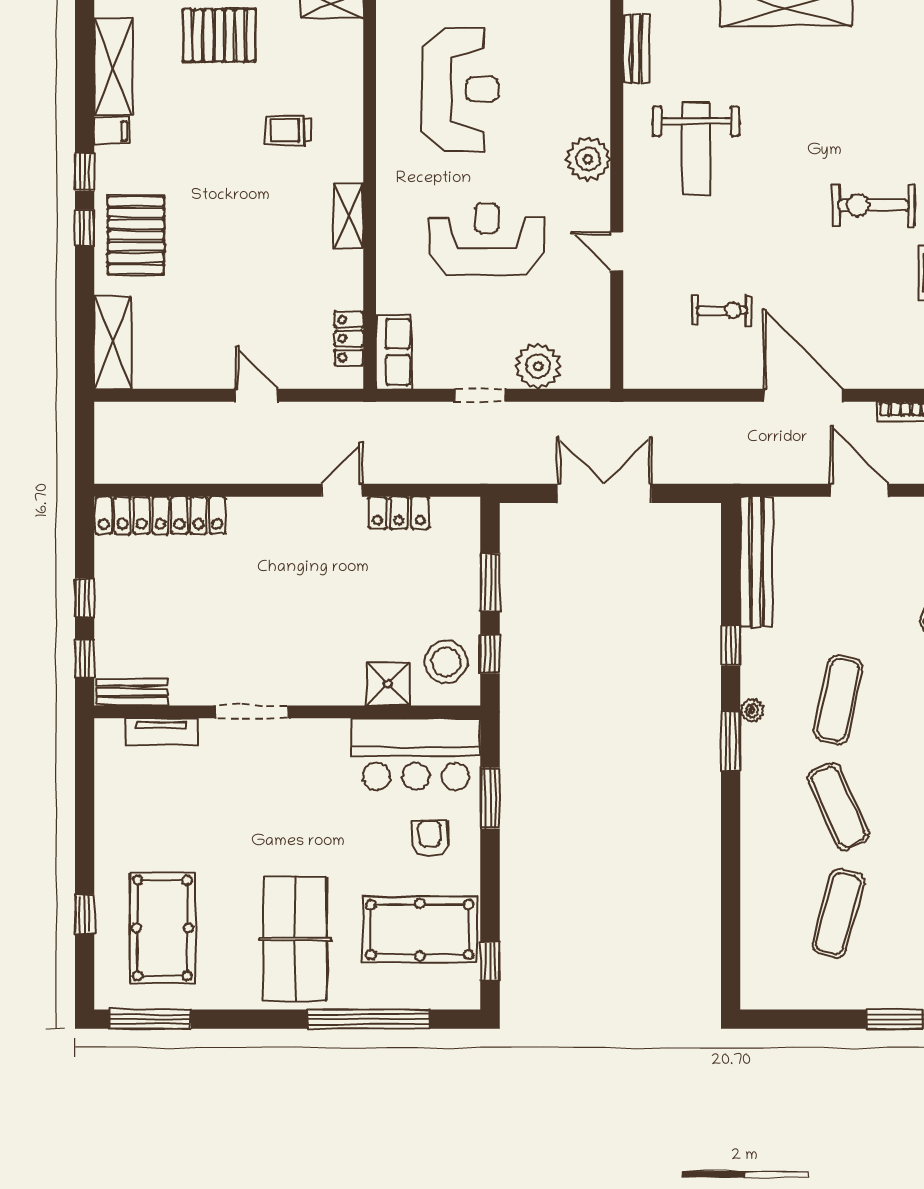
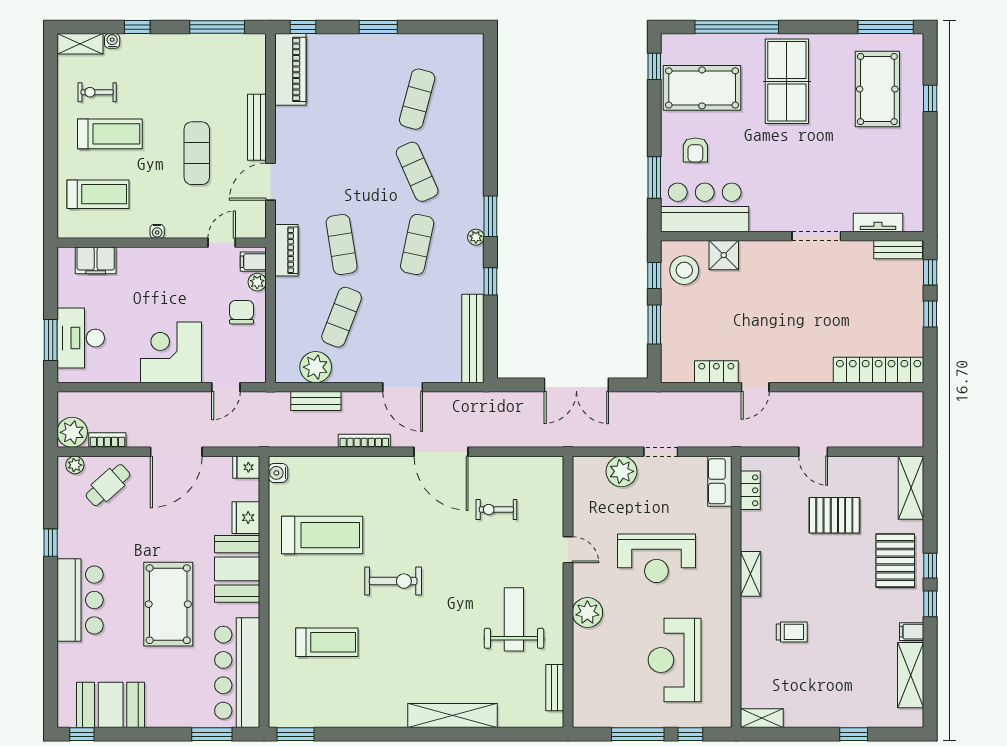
pallet: (219, 35) -> (834, 515), moved

